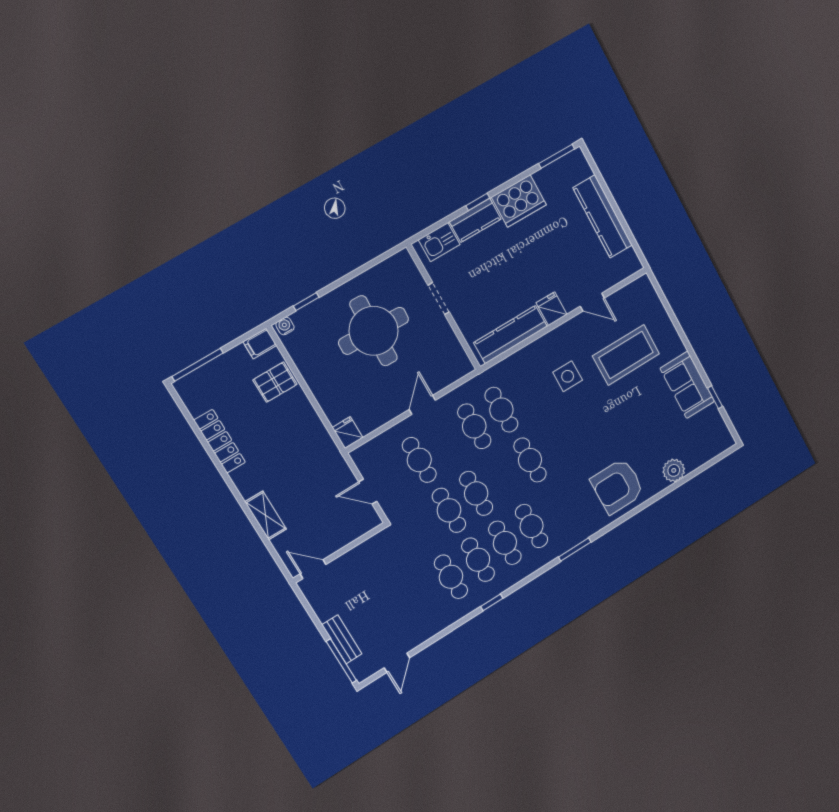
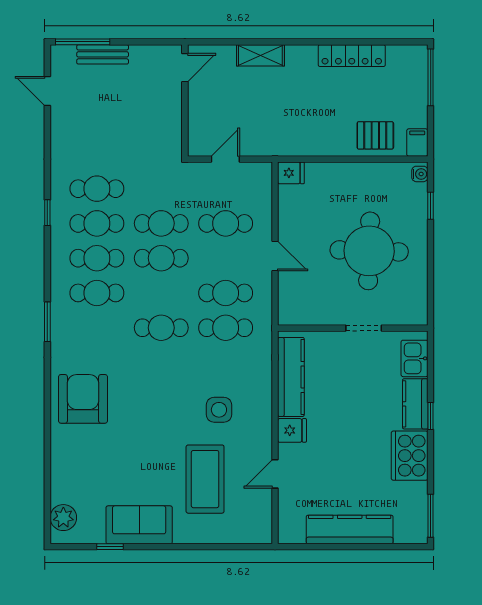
pallet: (275, 382) -> (375, 135), turned 90
plant: (674, 470) -> (63, 518), moved

